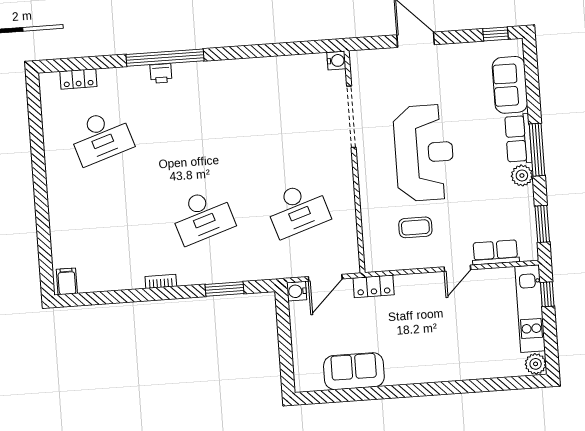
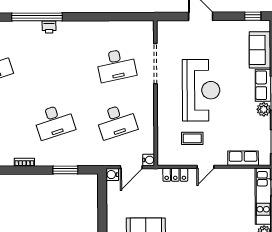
water cooler: (336, 61) -> (149, 160), moved
printer: (161, 73) -> (49, 27), moved
desk: (291, 123) -> (116, 65), added
door: (457, 268) -> (206, 167), moved
locker: (374, 286) -> (175, 175), moved

